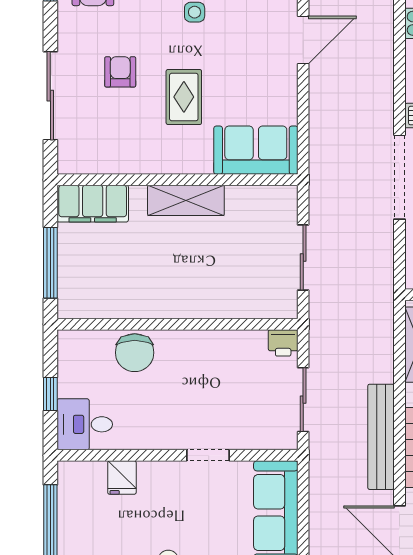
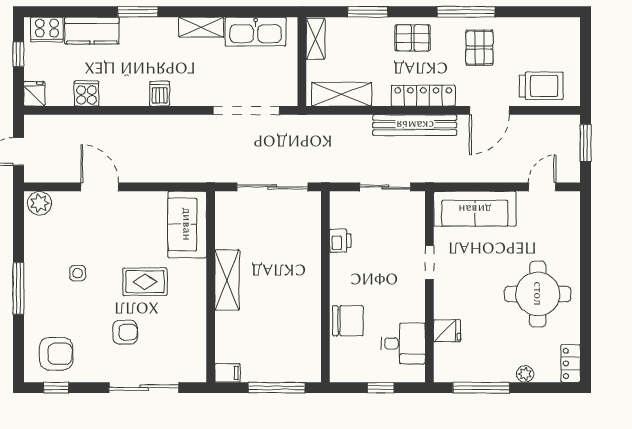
armchair: (120, 72) -> (125, 332), turned 180
doorway: (399, 177) -> (246, 110), moved
filing cabinet: (93, 204) -> (227, 373), width x0.33, depth x0.86
sliding door: (303, 258) -> (272, 187), width x1.37
printer: (283, 343) -> (340, 241), moved
desk: (85, 424) -> (403, 343), moved, turned -90

